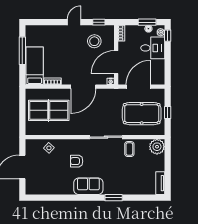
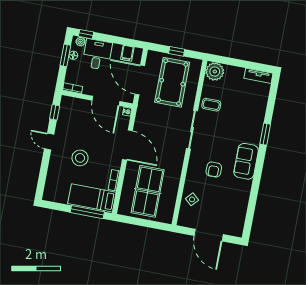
stool: (94, 41) -> (80, 158), moved
window: (22, 51) -> (87, 212), moved
filing cabinet: (158, 72) -> (127, 53), added

